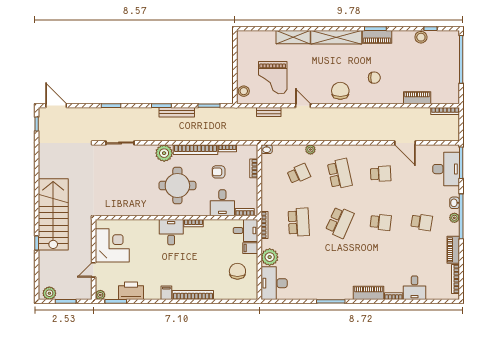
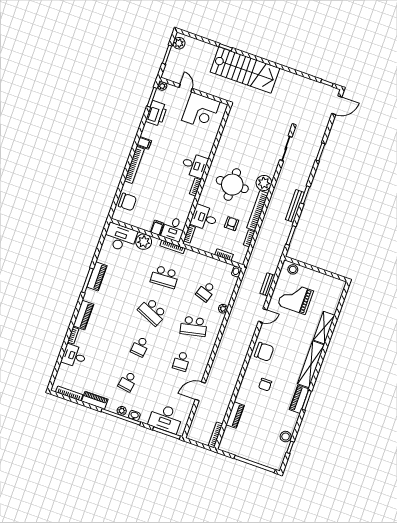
school desk: (299, 174) -> (206, 291), turned 42
chair: (237, 271) -> (127, 202), moved
piano: (323, 293) -> (97, 276), added

